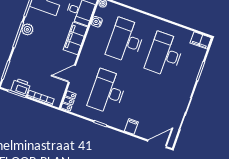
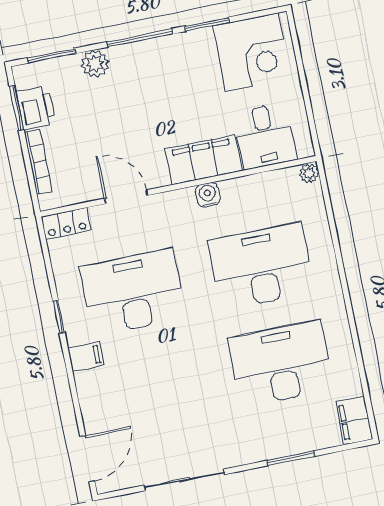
water cooler: (97, 22) -> (208, 195), moved
plant: (27, 29) -> (95, 64), moved
filing cabinet: (131, 126) -> (86, 357), moved
door: (157, 144) -> (87, 459), hinge flipped

